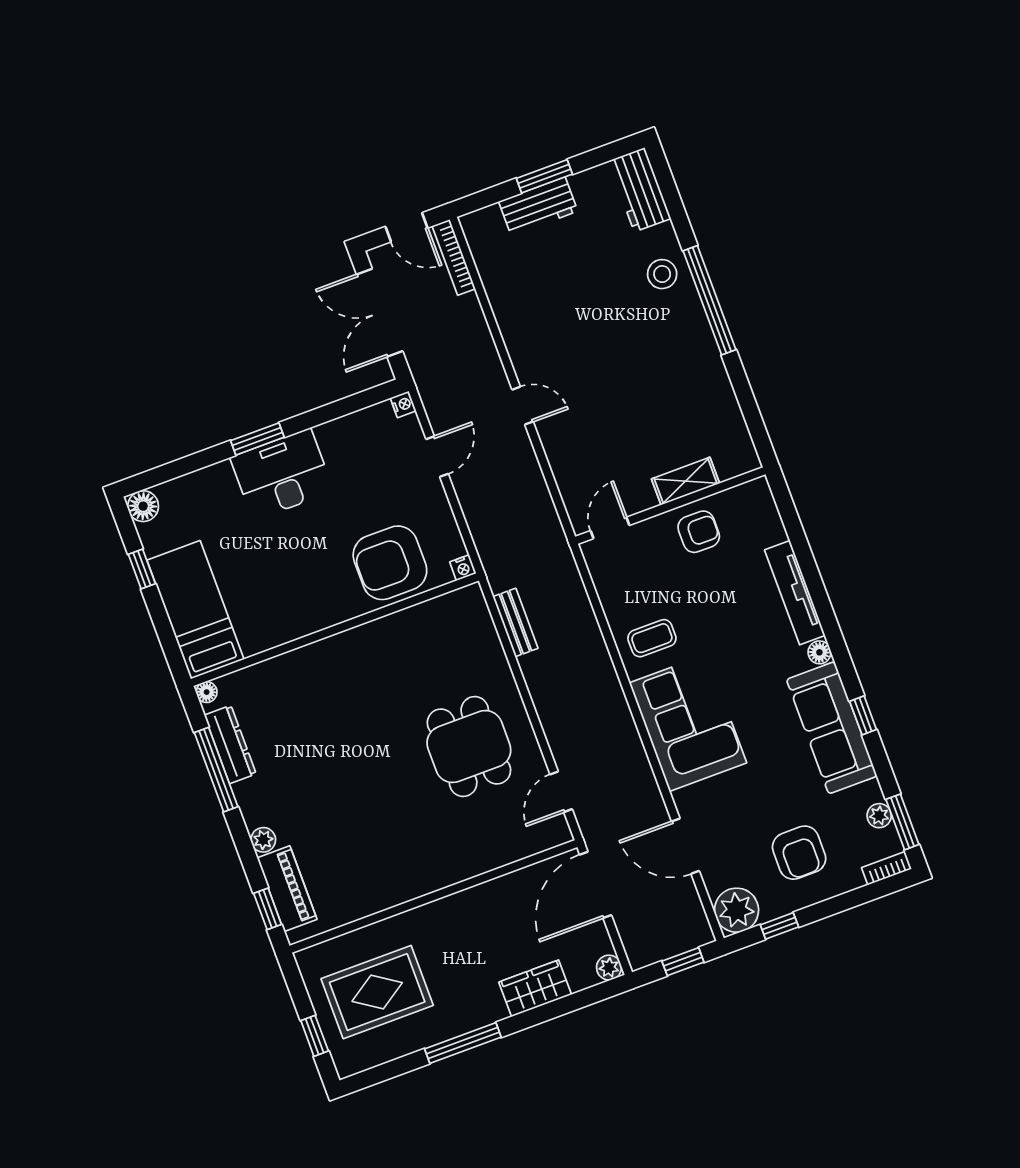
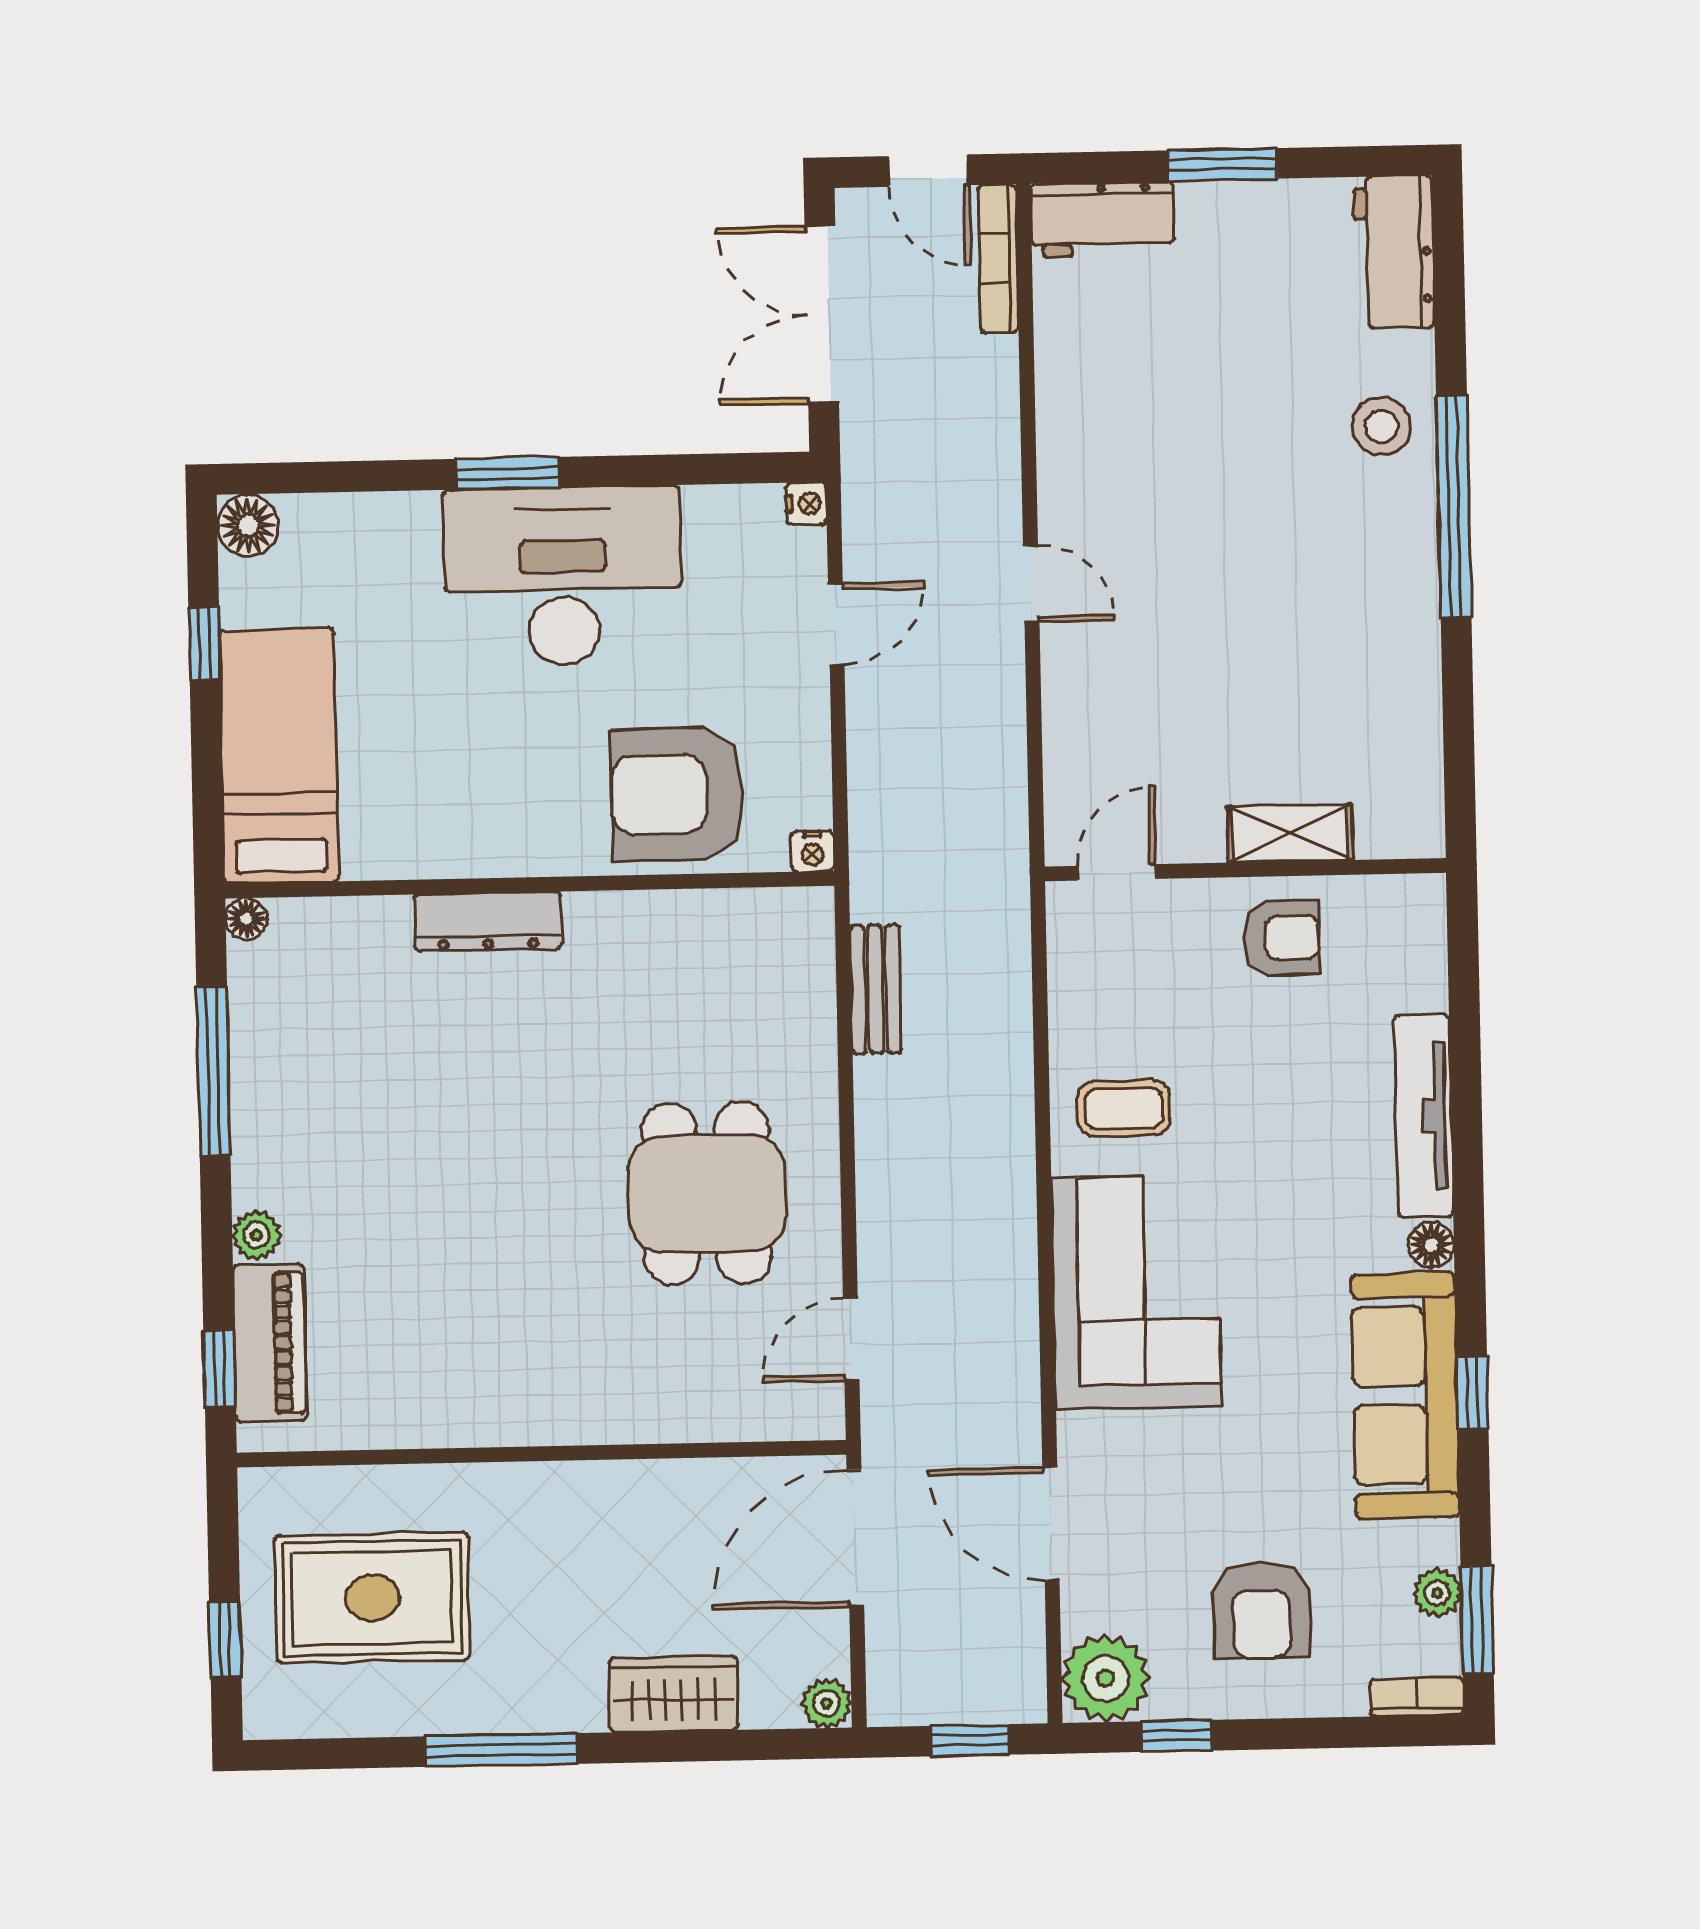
workbench: (538, 206) -> (1102, 219), moved
desk: (282, 474) -> (563, 576), width x1.36, depth x1.30
dresser: (230, 744) -> (488, 922), moved, turned 90

